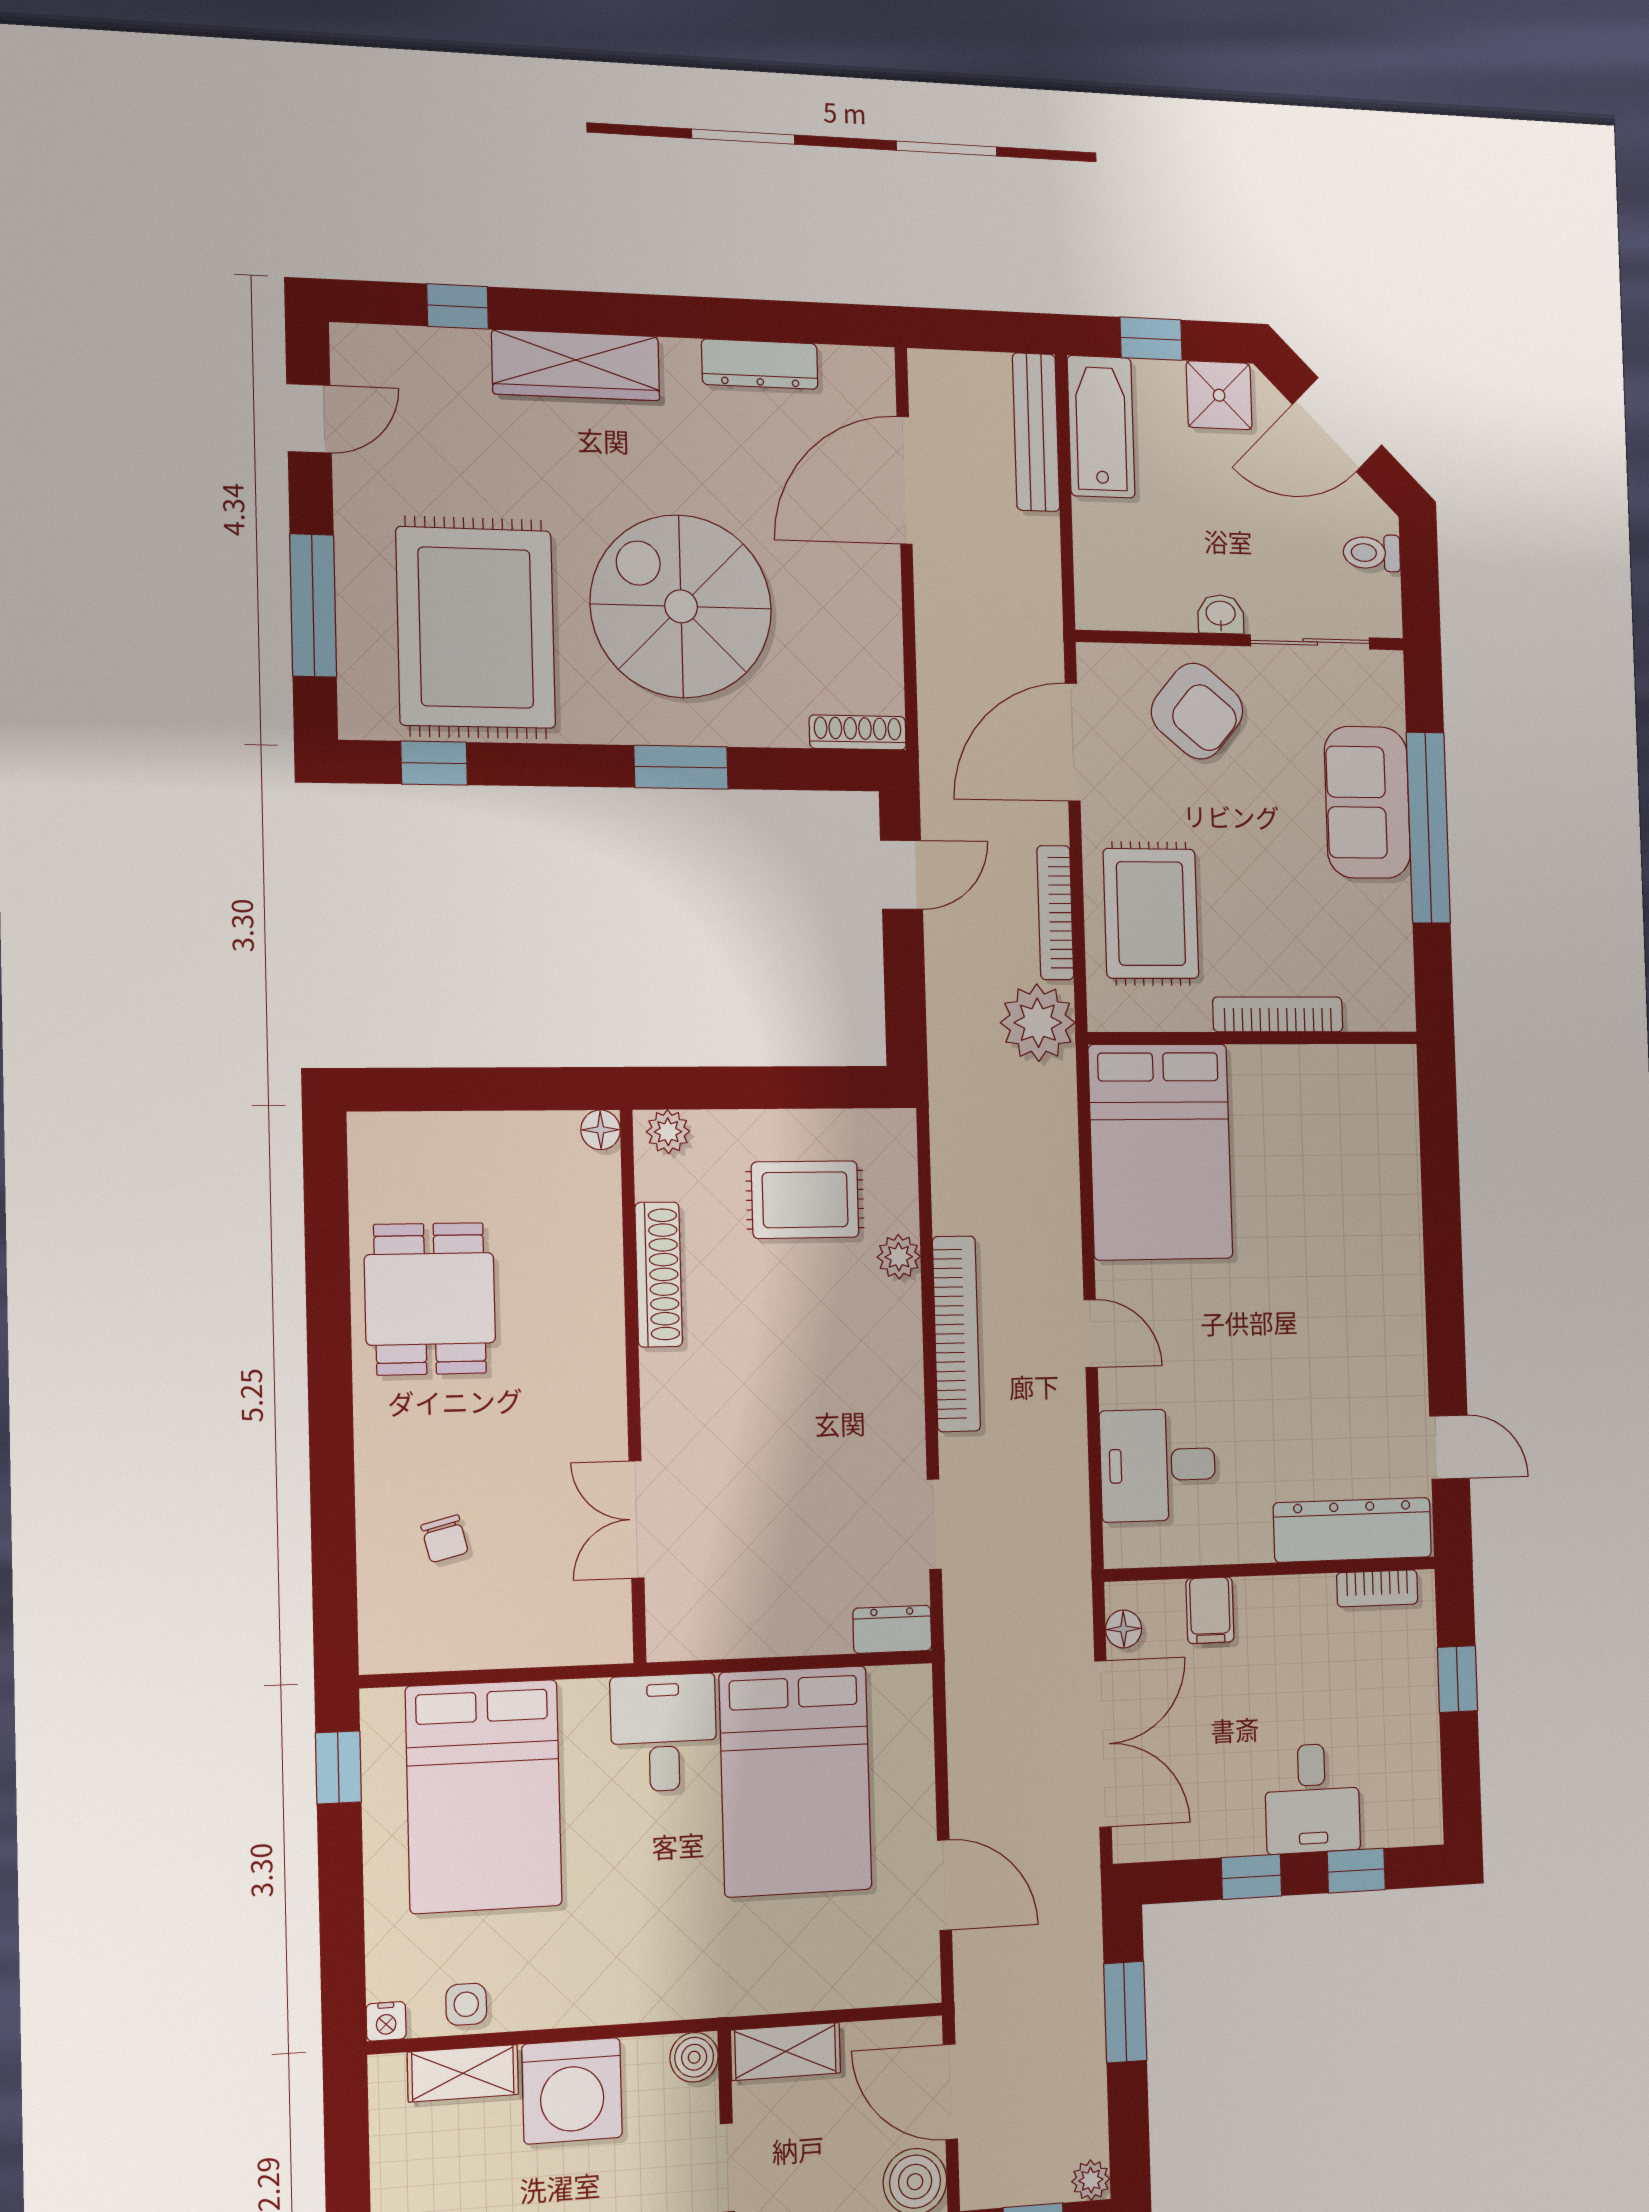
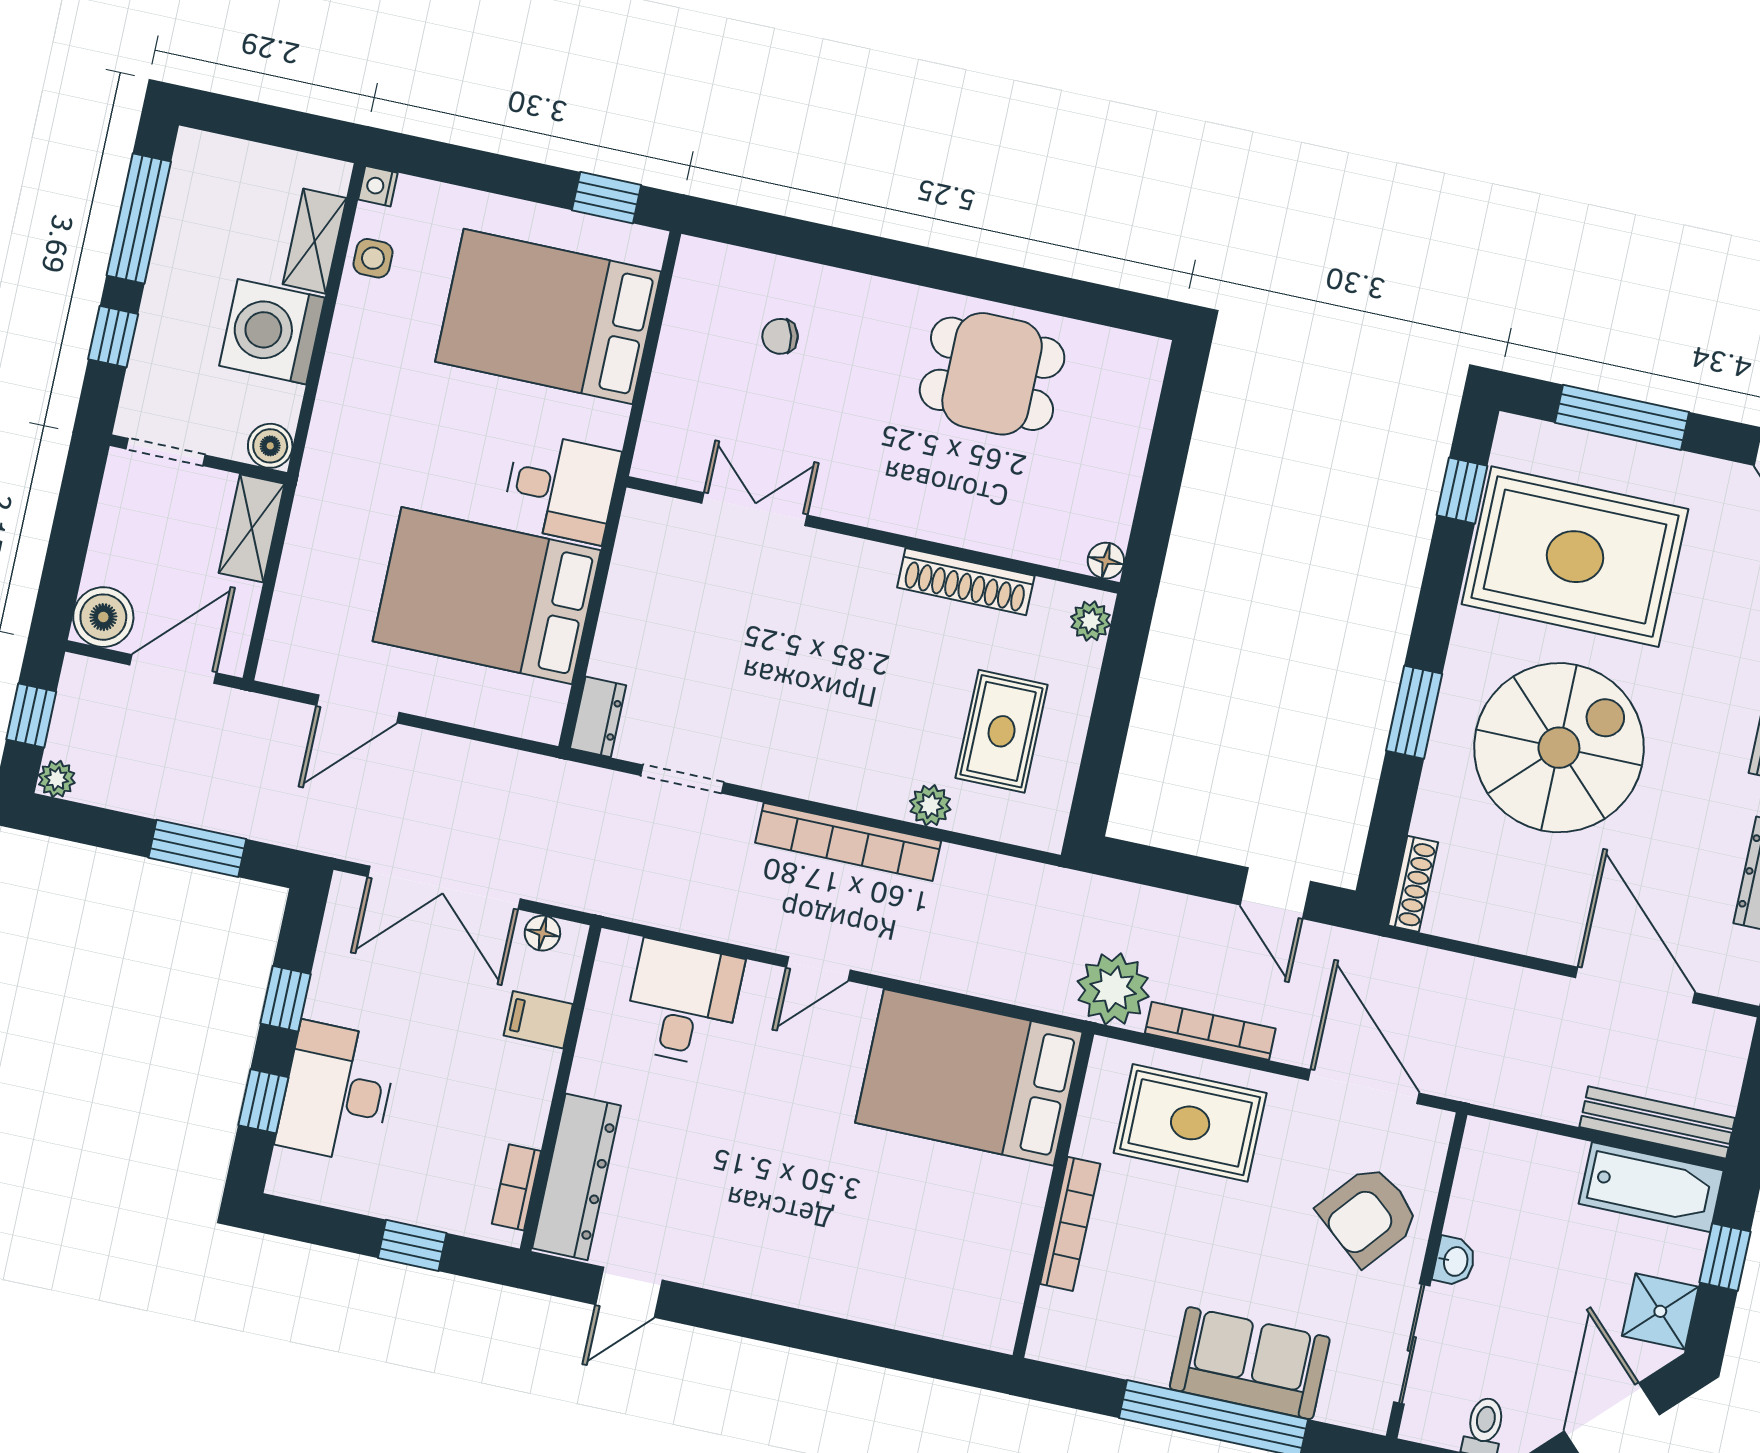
desk: (1312, 1798) -> (337, 1092), width x1.37

